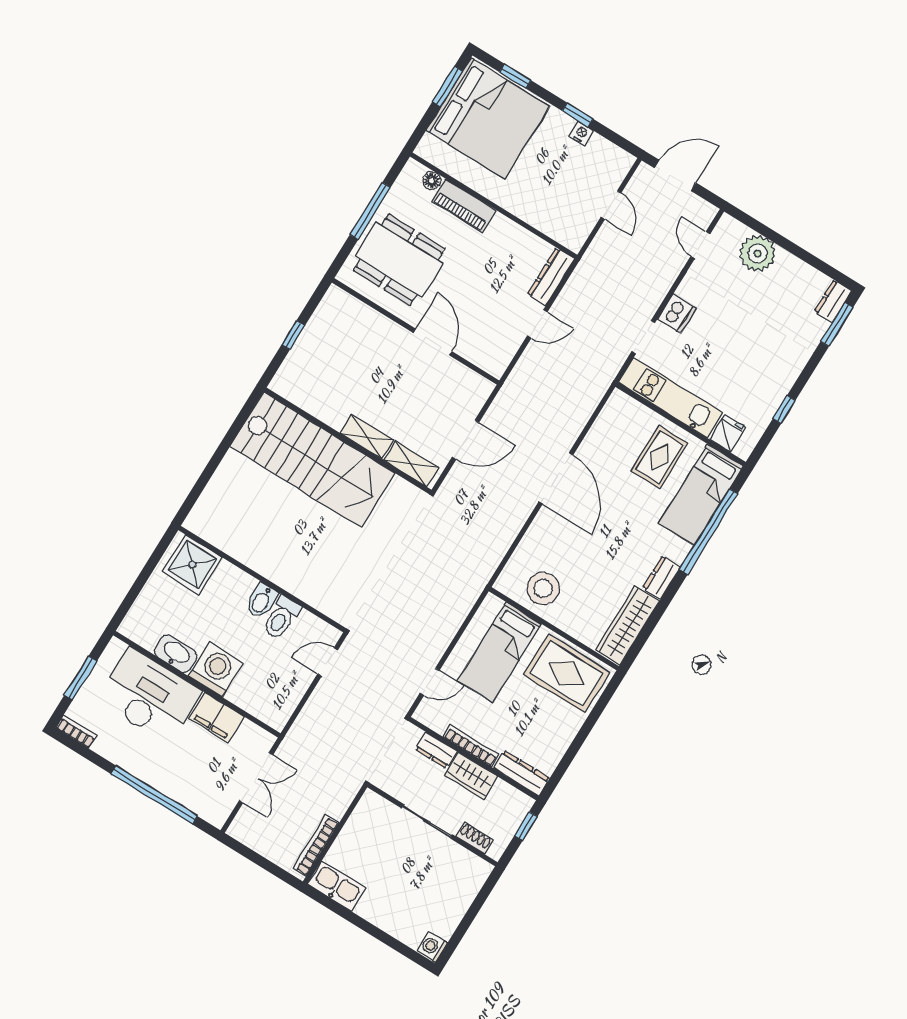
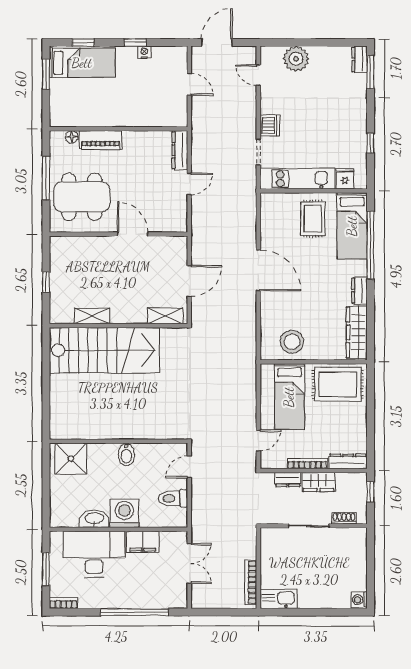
bed: (488, 118) -> (82, 63), width x0.49
shelving: (367, 437) -> (92, 316), moved
toilet: (281, 618) -> (173, 498), moved, turned 90

